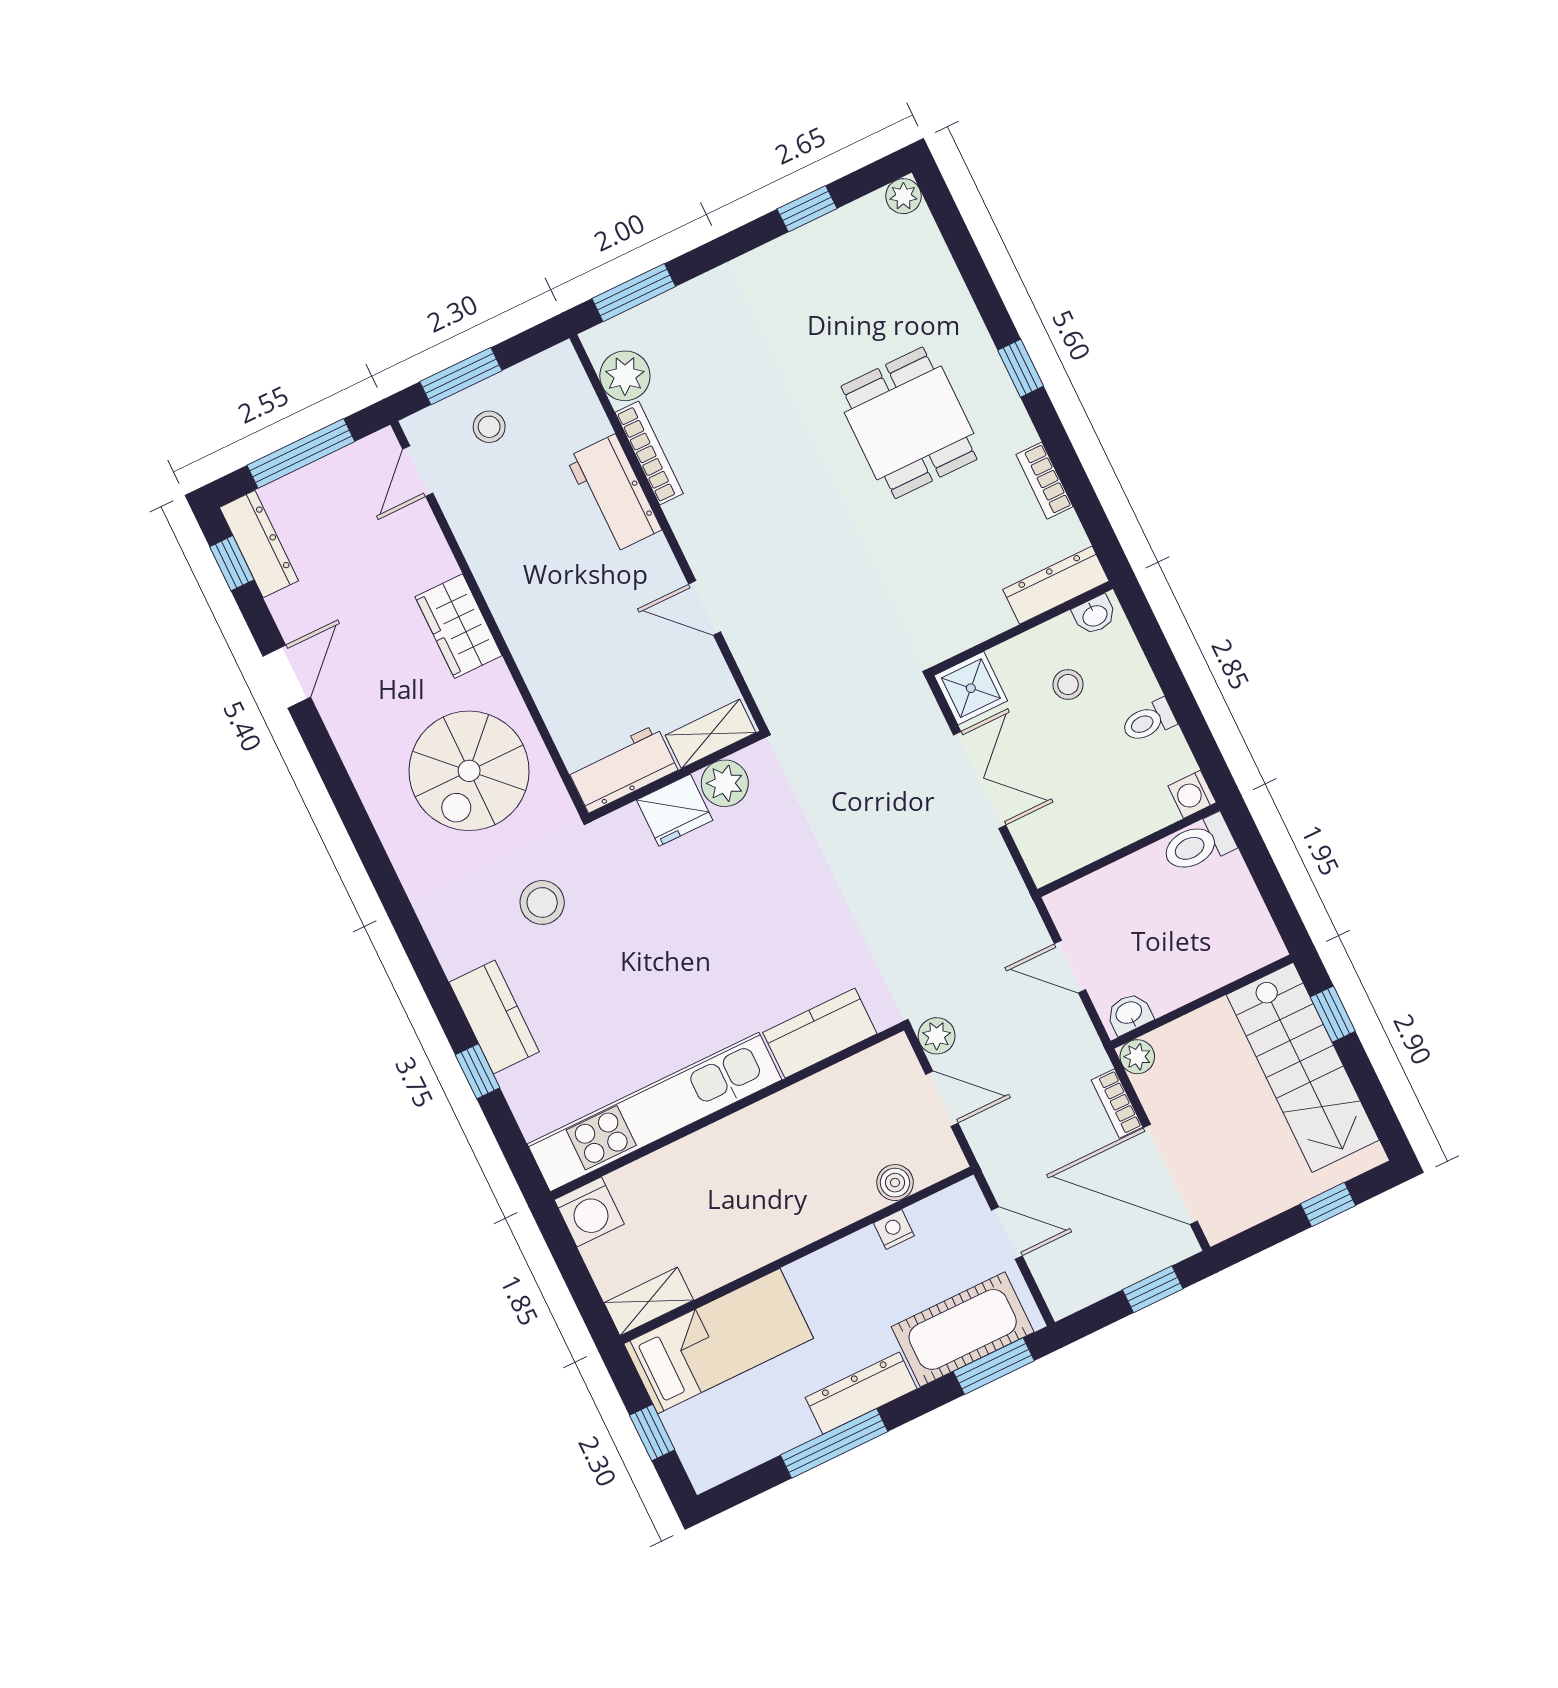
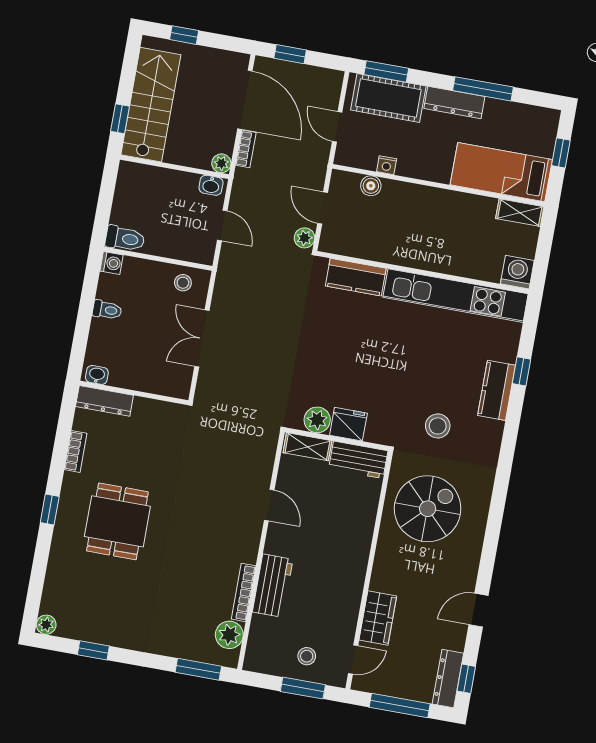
wardrobe: (459, 626) -> (378, 618), moved
stool: (1068, 684) -> (183, 283), moved
shower: (971, 688) -> (176, 382), removed

